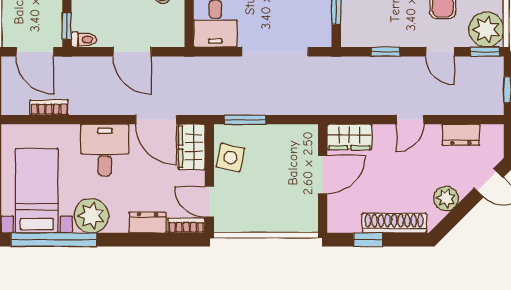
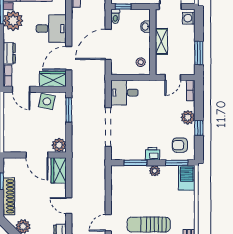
door: (132, 52) -> (108, 44), width x1.36
window: (385, 52) -> (108, 191), removed
plant: (306, 137) -> (59, 145), added
door: (209, 202) -> (21, 89), swing flipped

